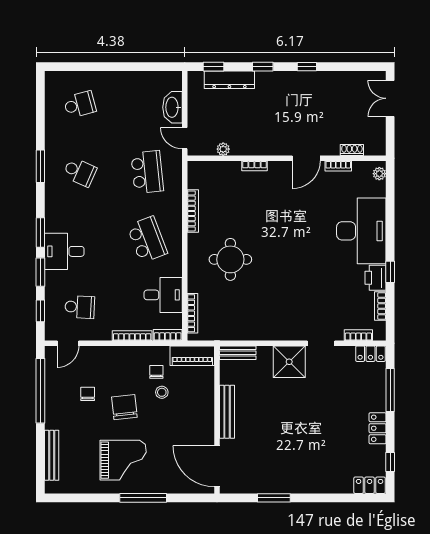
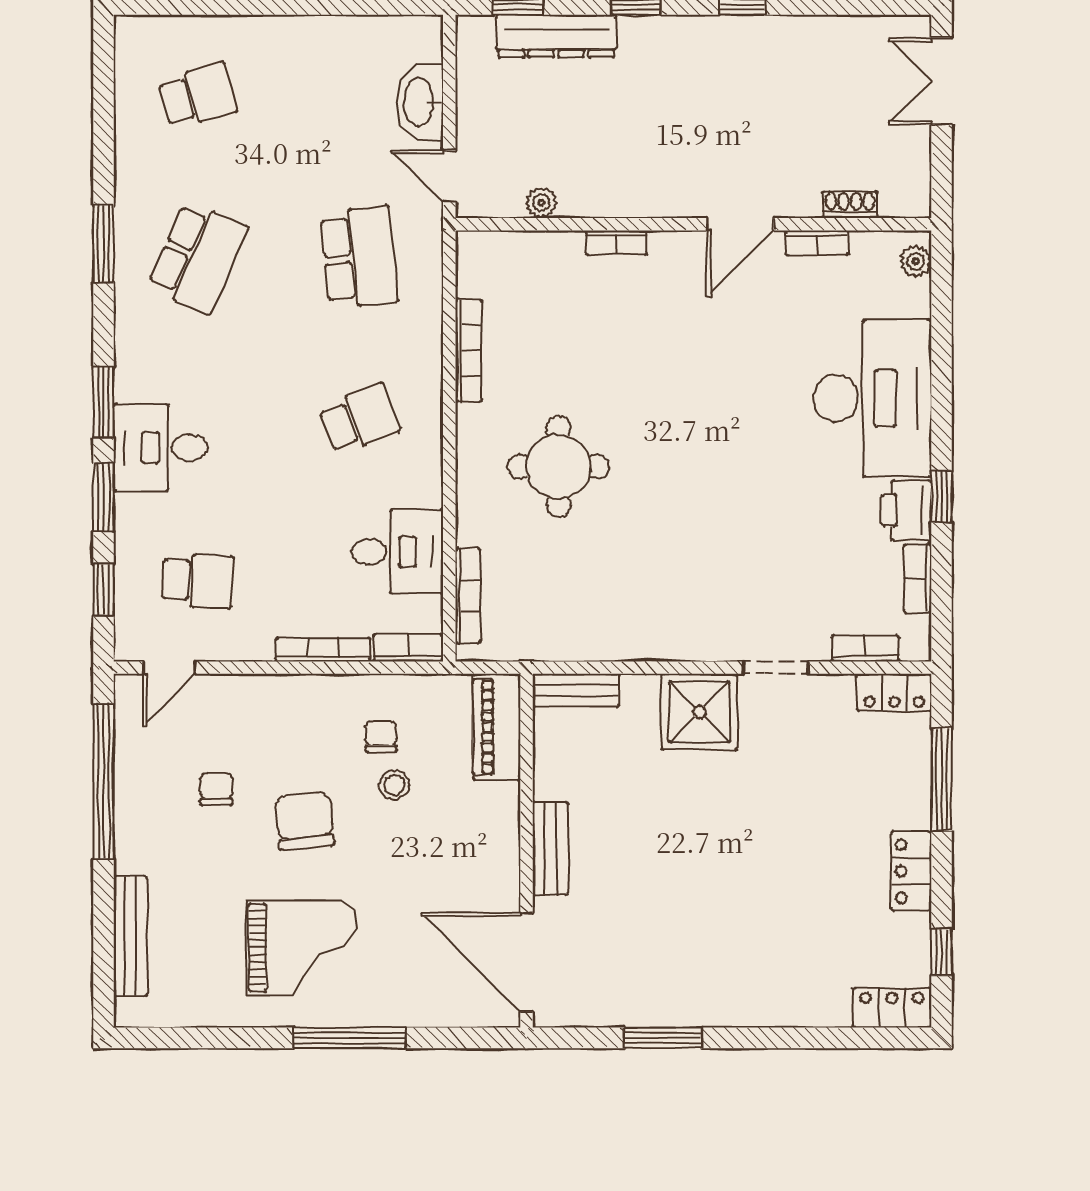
school desk: (80, 172) -> (198, 257), width x1.85
school desk: (147, 239) -> (359, 419), width x0.54
piano: (192, 356) -> (497, 727), moved, turned 90
bench: (227, 412) -> (550, 849), width x0.73

